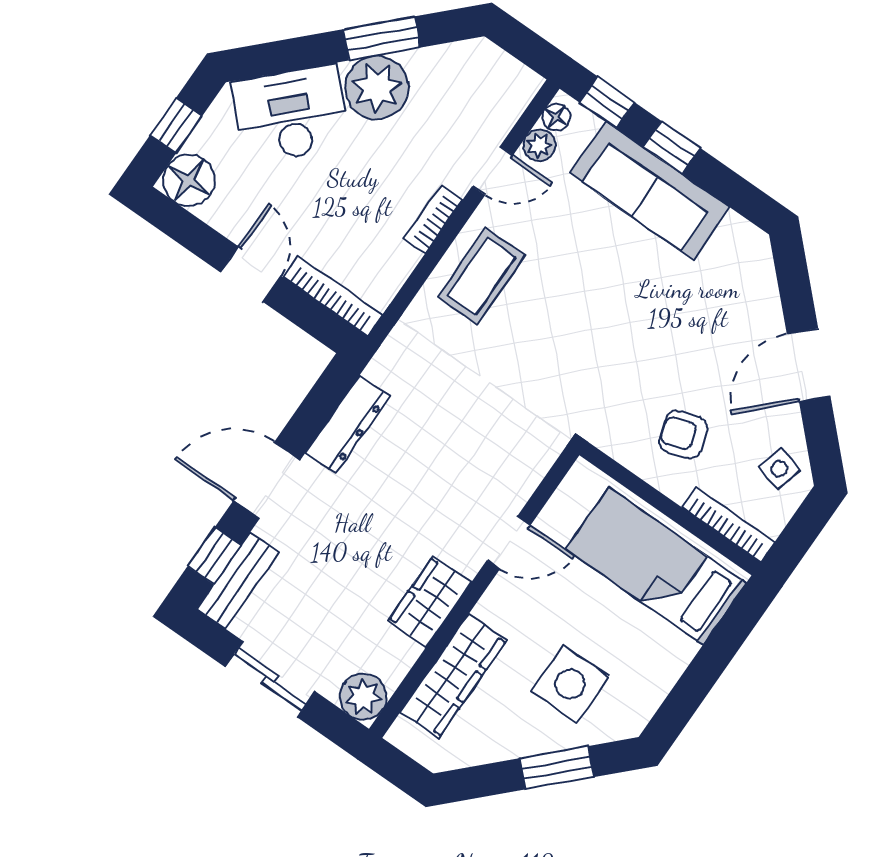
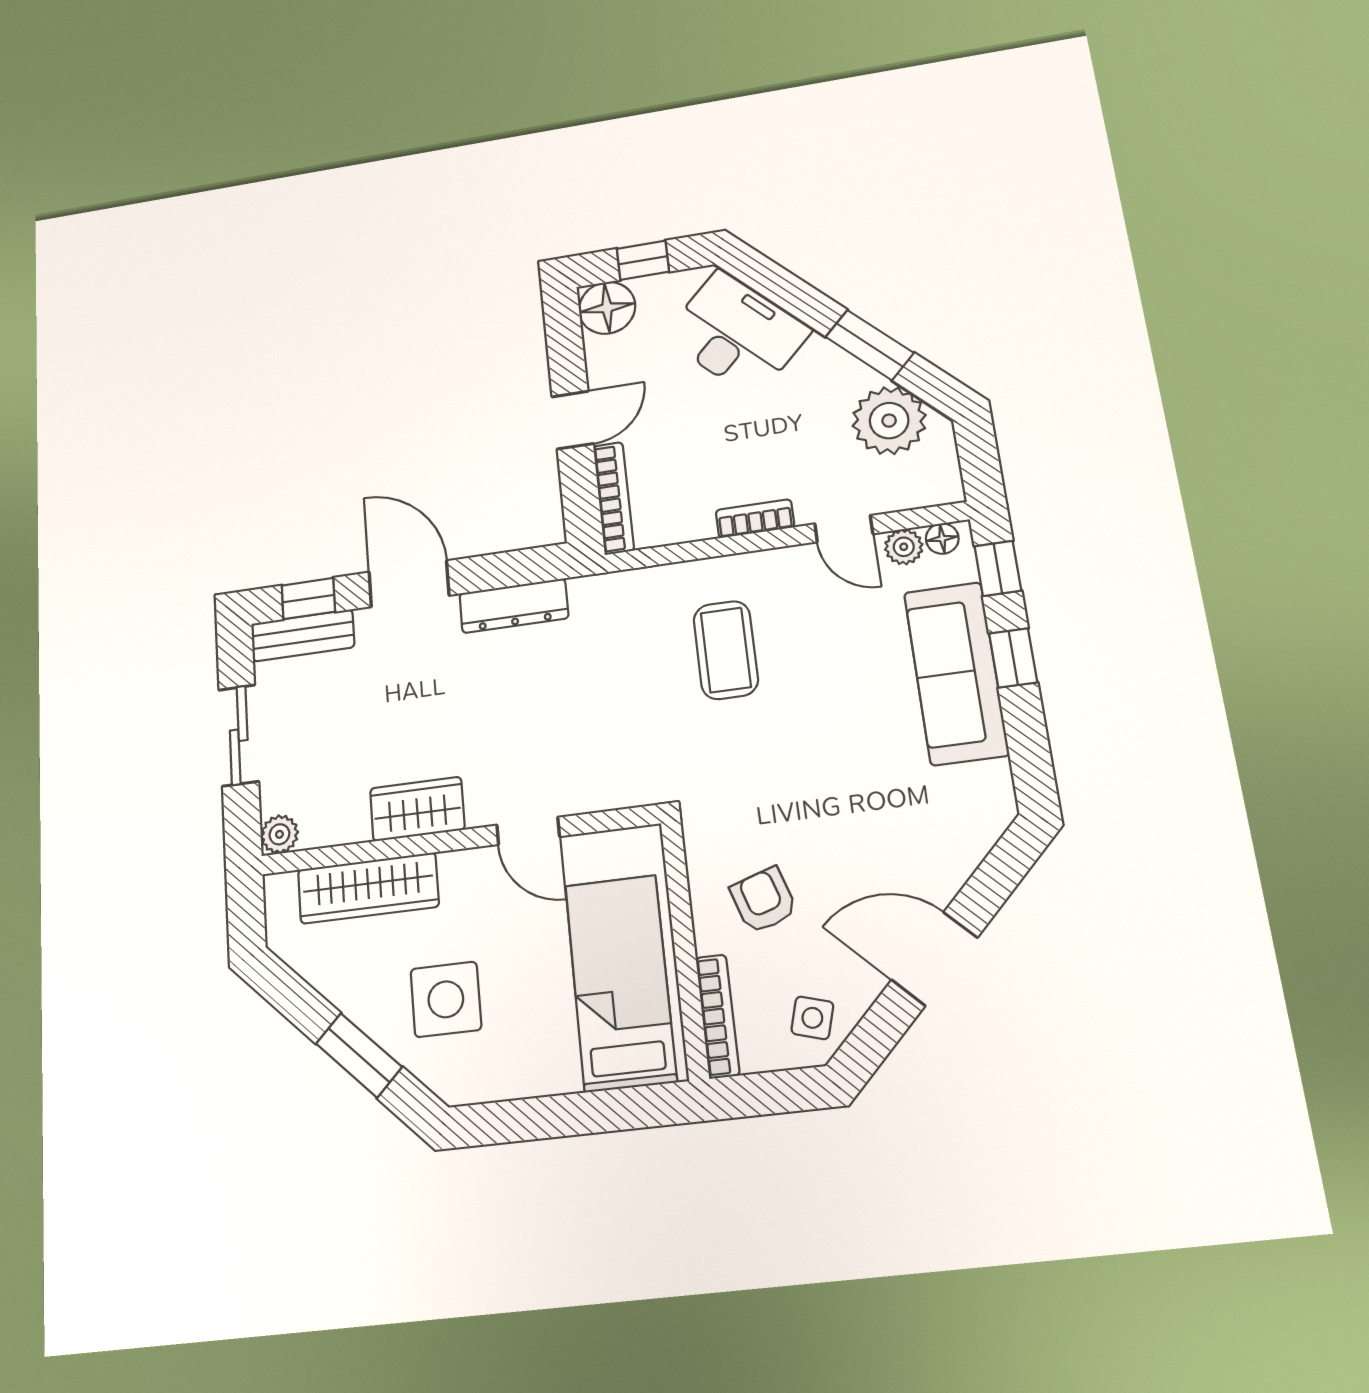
plant: (377, 88) -> (889, 421), moved
coffee table: (482, 276) -> (726, 650), moved, turned 90
plant: (363, 697) -> (279, 834), width x0.73, depth x0.73

